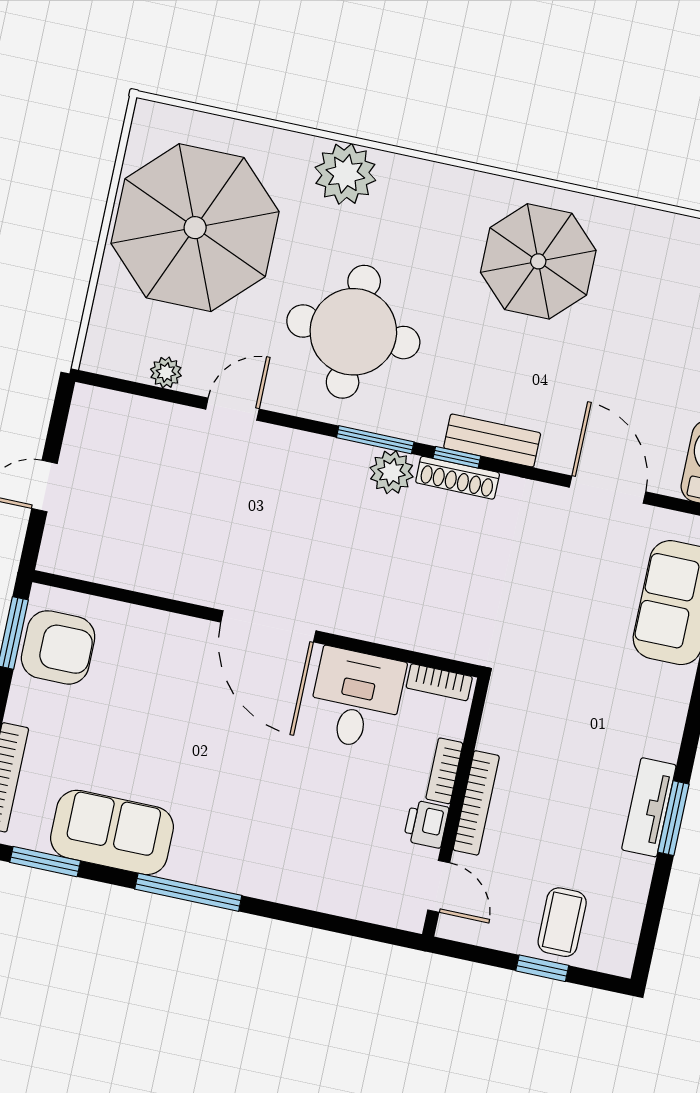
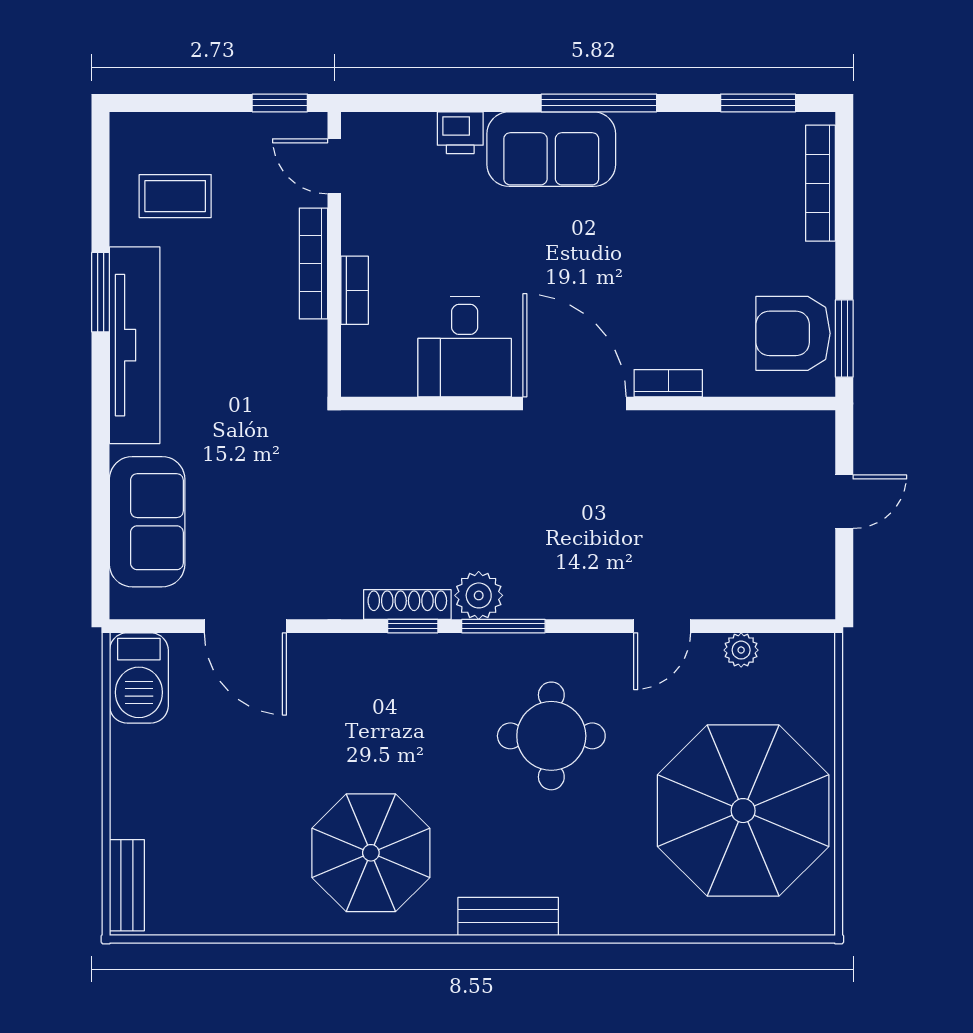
plant: (345, 174) -> (596, 902), removed
round table: (353, 332) -> (551, 736), width x0.73, depth x0.73
bench: (492, 441) -> (508, 916), moved
bookcase: (439, 682) -> (668, 383), moved
tv unit: (649, 807) -> (135, 345), width x1.92, depth x1.29
printer: (426, 824) -> (460, 133), moved, turned 90
sofa: (112, 832) -> (551, 149), moved
coffee table: (562, 922) -> (175, 196), moved, turned 90
window: (542, 968) -> (280, 103), moved

